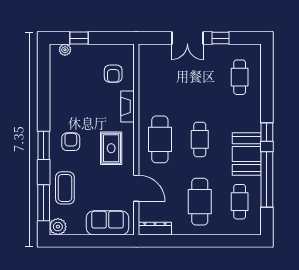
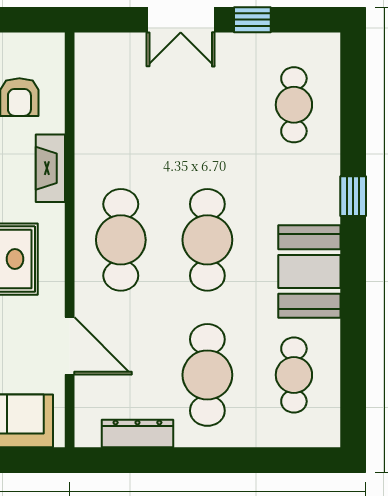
window: (267, 132) -> (353, 196), moved
cafe table: (200, 139) -> (207, 240), width x1.37, depth x1.35
window: (267, 179) -> (353, 327), removed
dresser: (155, 229) -> (137, 433), moved

